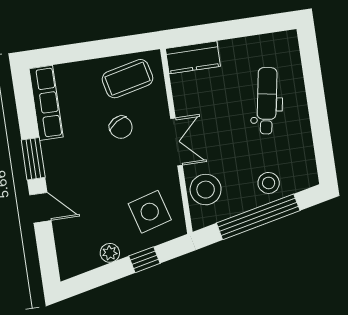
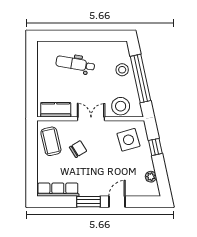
kitchen counter: (193, 57) -> (56, 110), moved, turned -90
plant: (110, 253) -> (151, 177), moved

